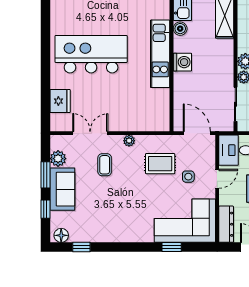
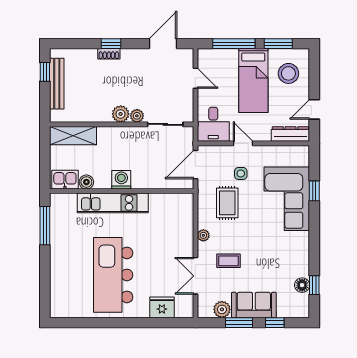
corner sofa: (185, 221) -> (287, 199), moved
floor lamp: (61, 235) -> (302, 285), moved

